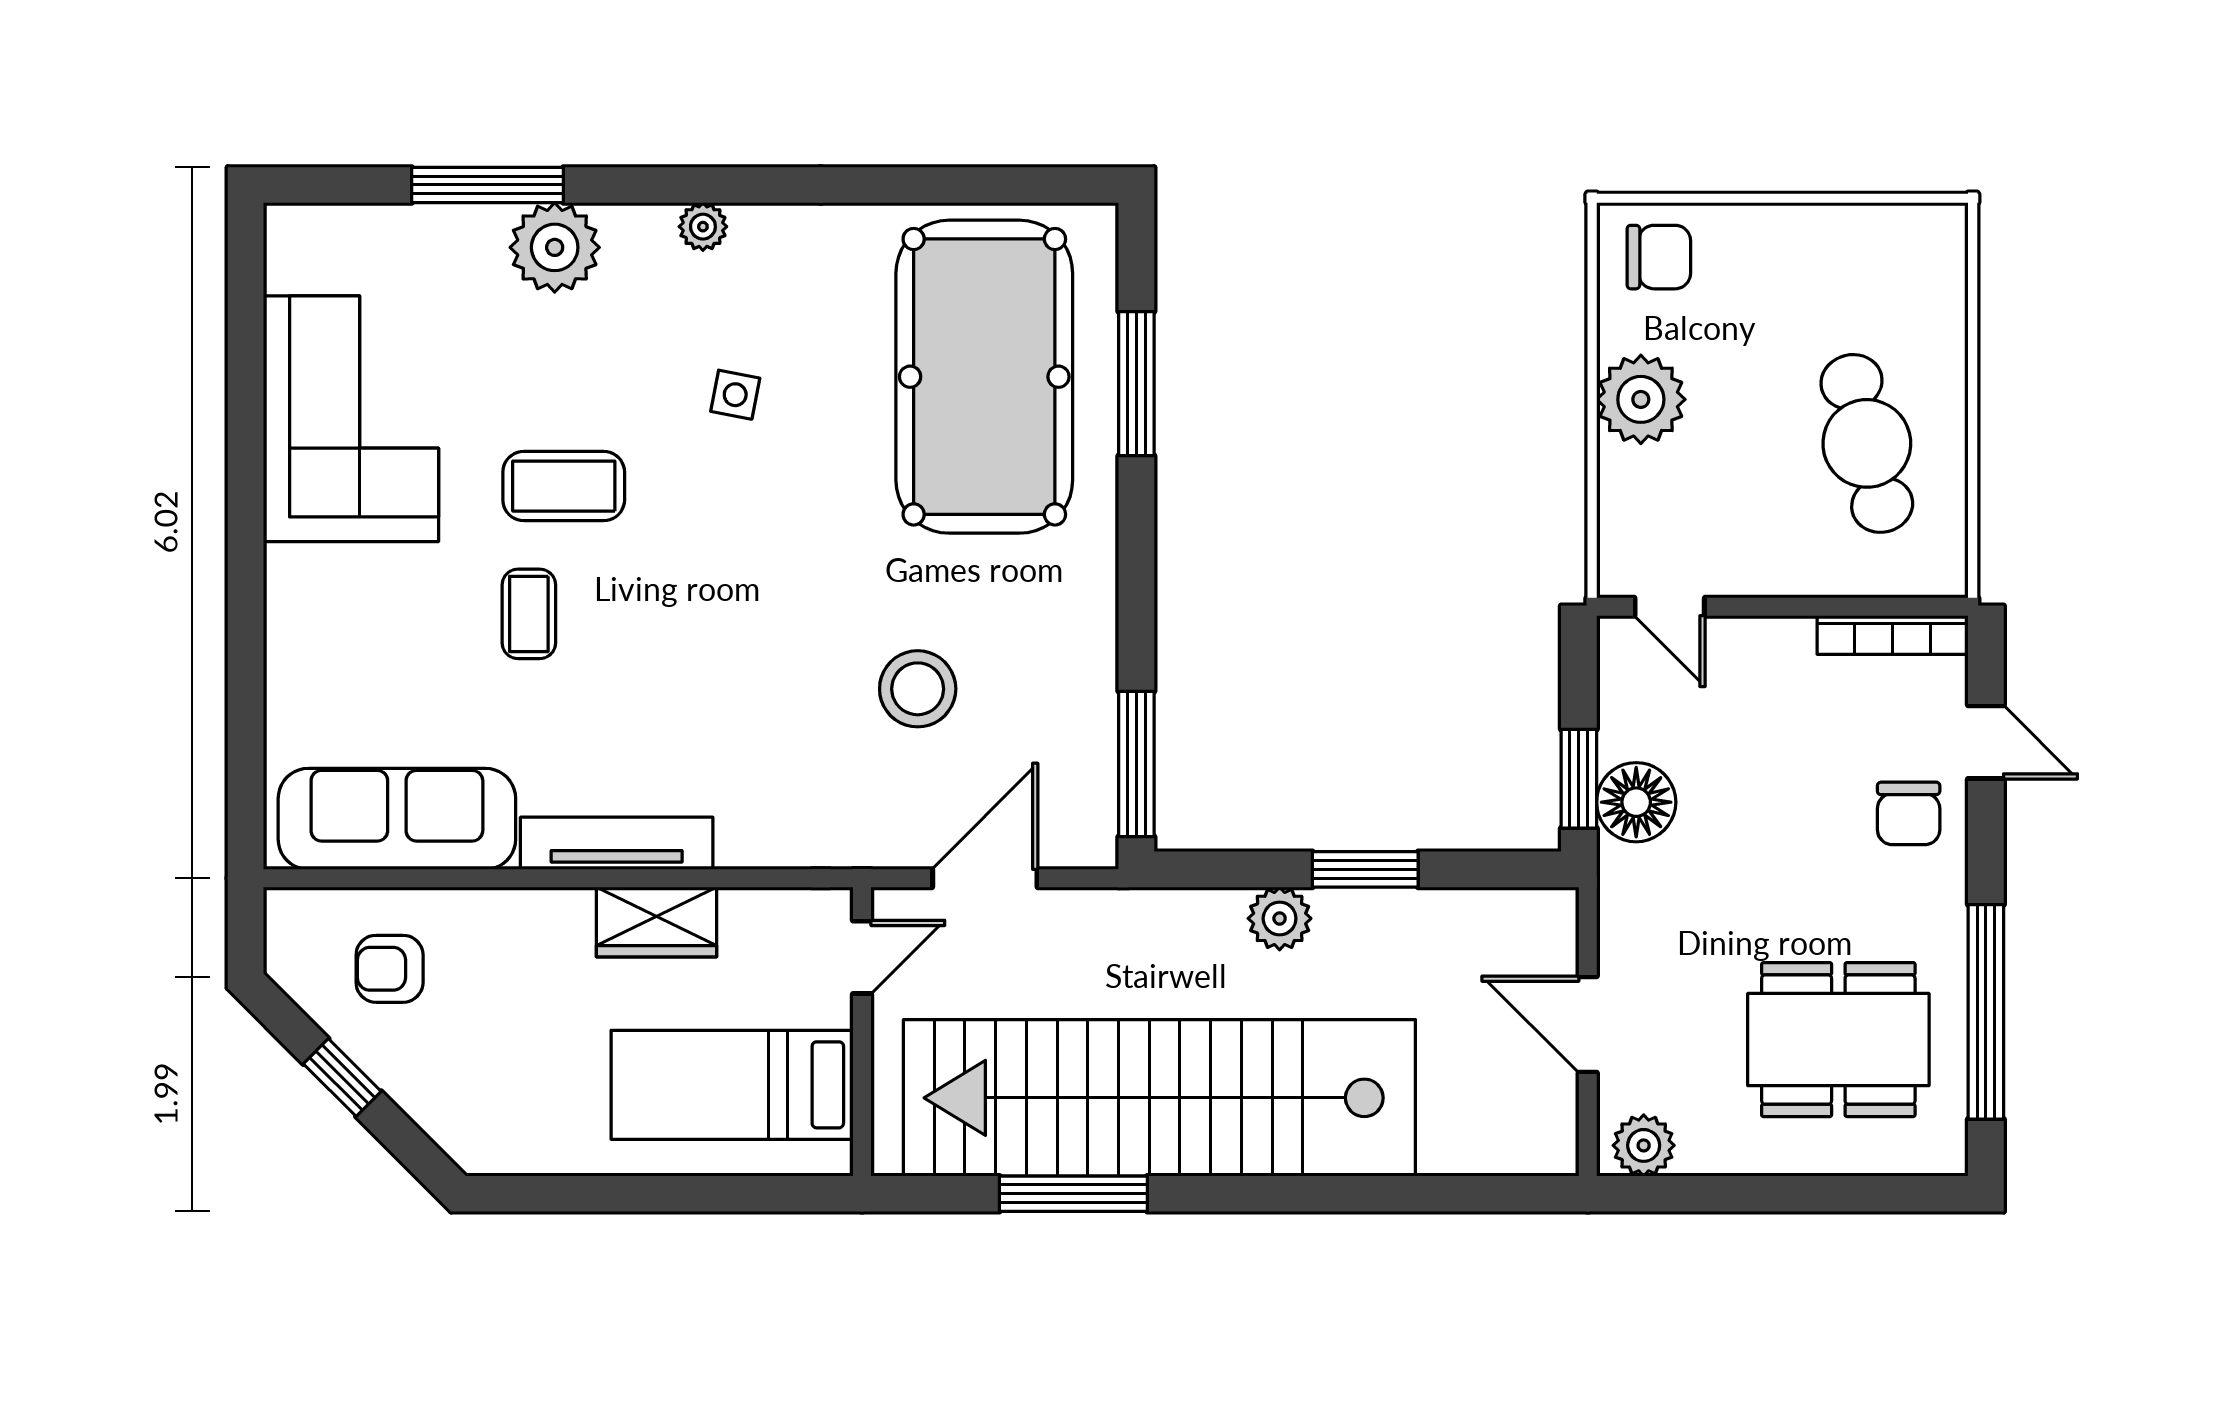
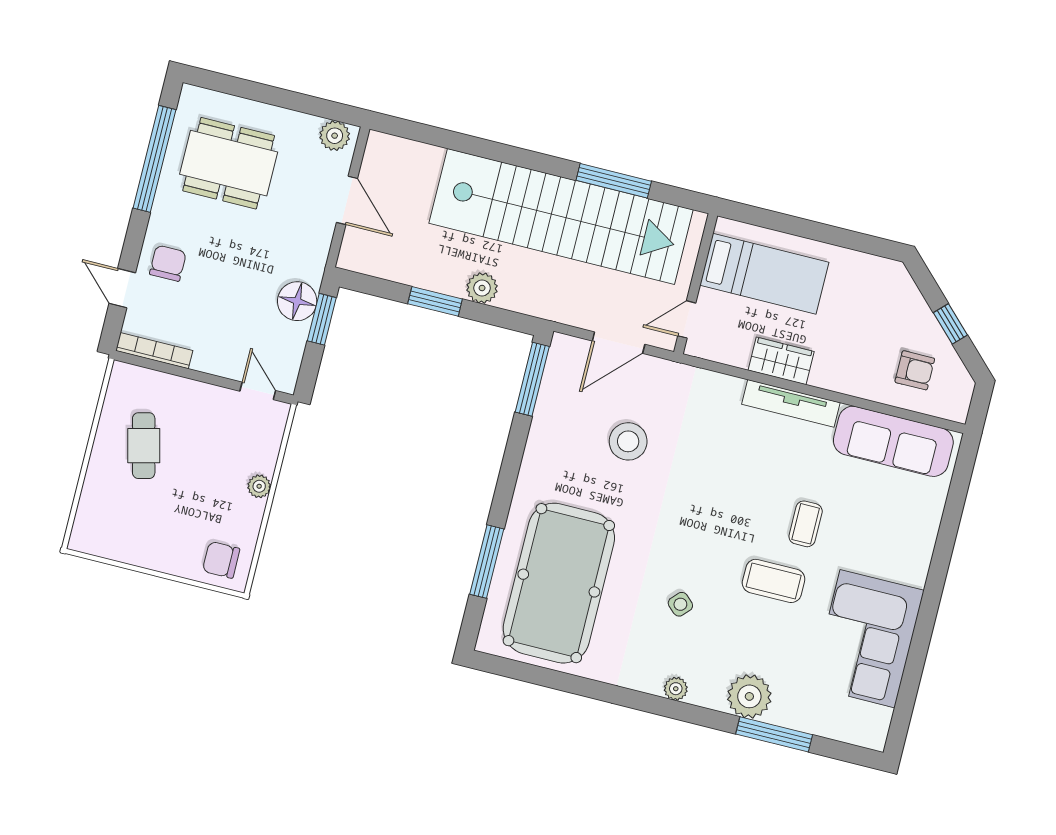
side table: (735, 395) -> (680, 604), turned 32
plant: (1641, 399) -> (259, 486), width x0.53, depth x0.53
cafe table: (1867, 443) -> (144, 446), width x0.73, depth x0.74

